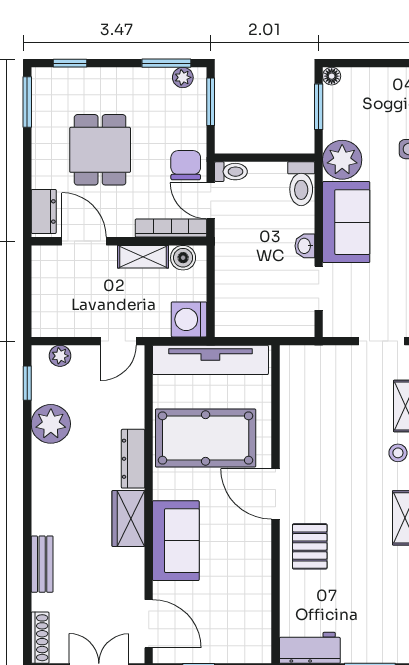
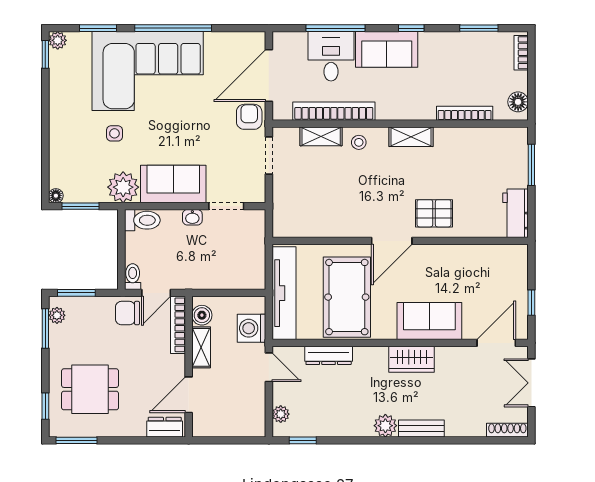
dining table: (100, 150) -> (90, 389), moved
washing machine: (189, 319) -> (251, 328), moved, turned 90
plant: (51, 424) -> (385, 426), moved, width x0.73, depth x0.73
dresser: (133, 459) -> (329, 355), moved
bench: (42, 564) -> (421, 429), moved

